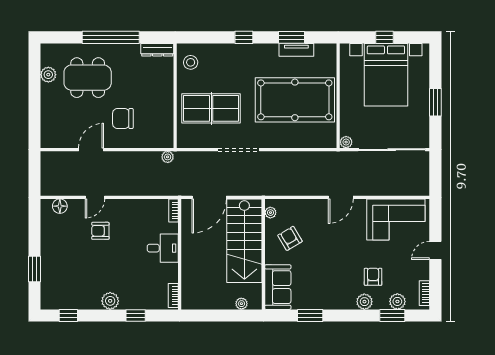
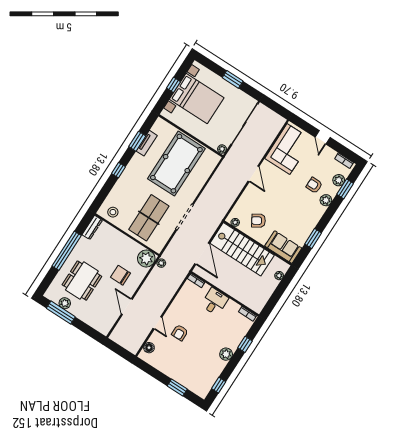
window: (35, 77) -> (61, 312), added
chair: (123, 119) -> (120, 275), turned 90
plant: (162, 136) -> (146, 259), added

